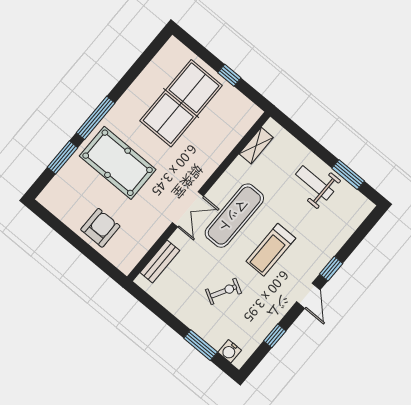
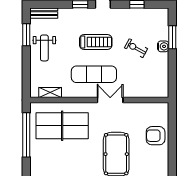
window: (229, 75) -> (26, 135), width x3.17
table tennis table: (181, 103) -> (62, 126), moved
bench: (160, 261) -> (44, 13), moved
water cooler: (230, 351) -> (163, 46), moved

